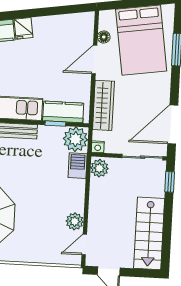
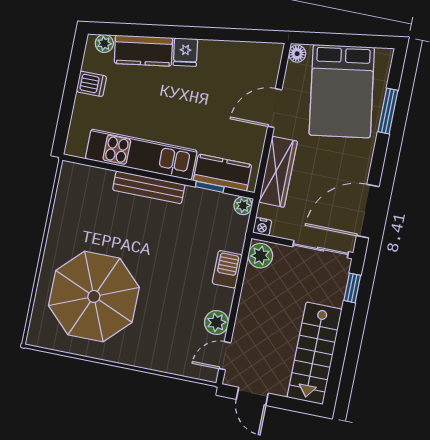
floor lamp: (104, 37) -> (297, 54), moved
plant: (75, 139) -> (243, 206), width x0.53, depth x0.53
barbecue: (78, 166) -> (227, 269), moved

